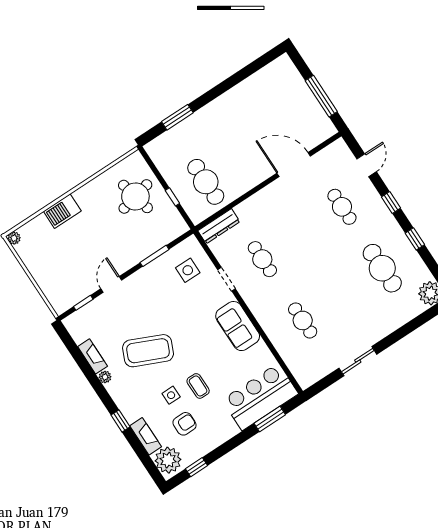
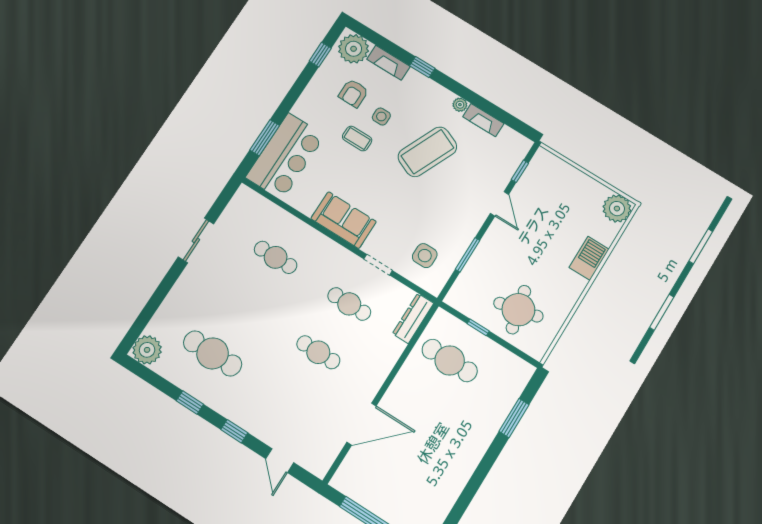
cafe table: (342, 207) -> (318, 352), moved
plant: (14, 238) -> (617, 209), width x1.87, depth x1.87

